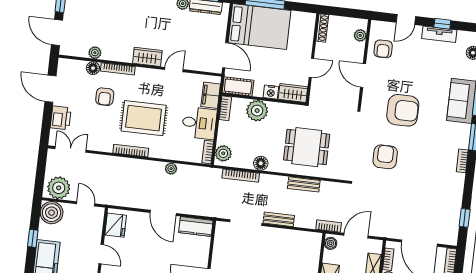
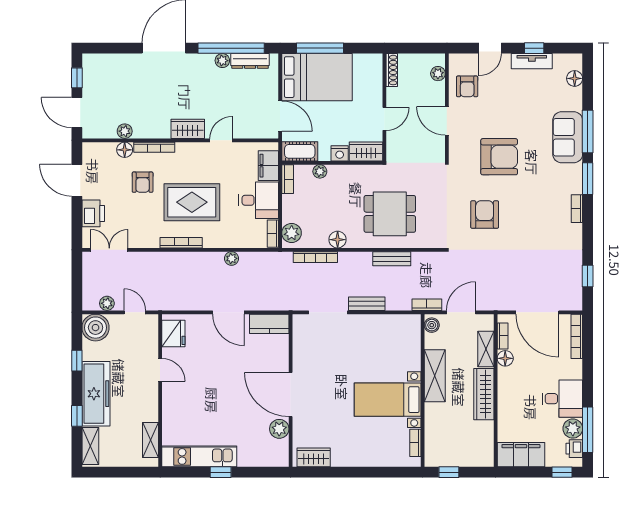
plant: (257, 111) -> (320, 171), width x0.53, depth x0.53
plant: (59, 188) -> (107, 303), width x0.53, depth x0.53

